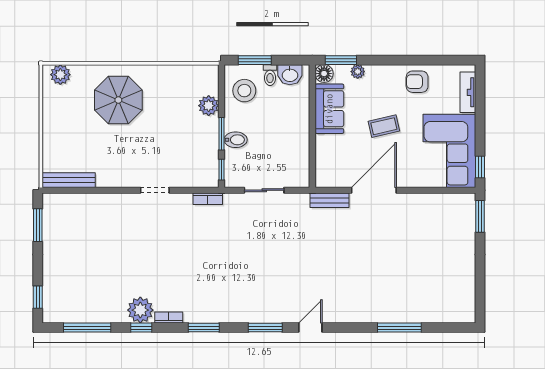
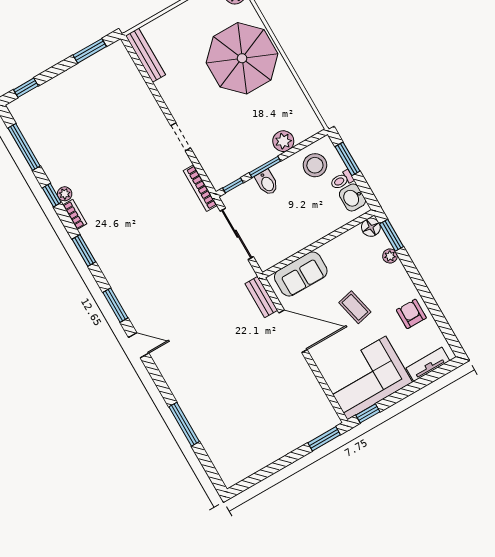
parasol: (118, 100) -> (242, 58), width x1.36, depth x1.36
sofa: (329, 109) -> (301, 274), moved
sliding door: (264, 190) -> (237, 234), width x1.37
bookcase: (208, 199) -> (200, 188), width x1.56
plant: (140, 310) -> (65, 194), width x0.53, depth x0.53

